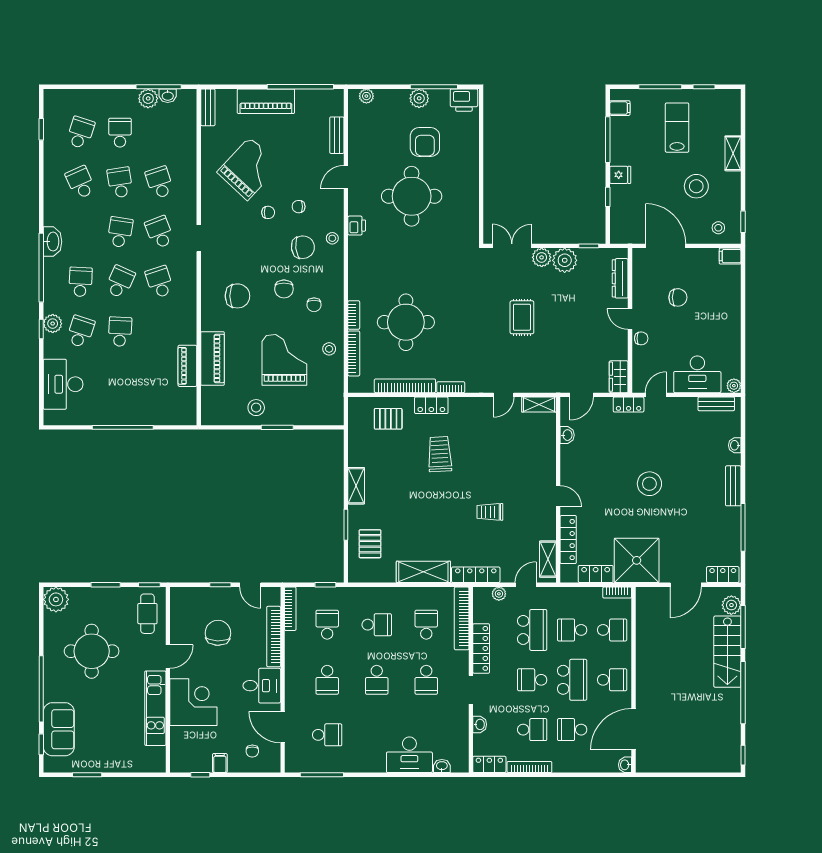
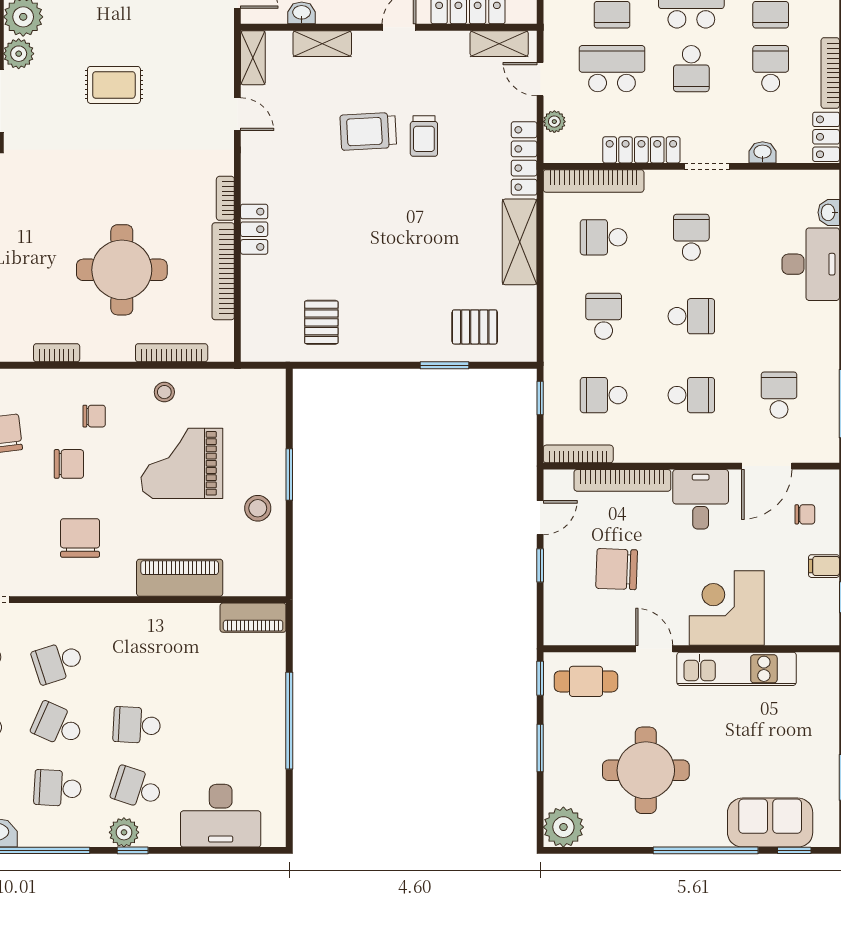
bookcase: (354, 315) -> (57, 353), moved
piano: (187, 366) -> (253, 618), moved
pallet: (388, 419) -> (321, 322), moved
trolley: (440, 454) -> (368, 131), moved
shelving: (356, 486) -> (322, 44), moved
school desk: (426, 680) -> (691, 237), turned -90

